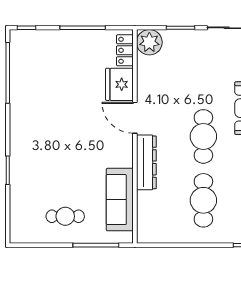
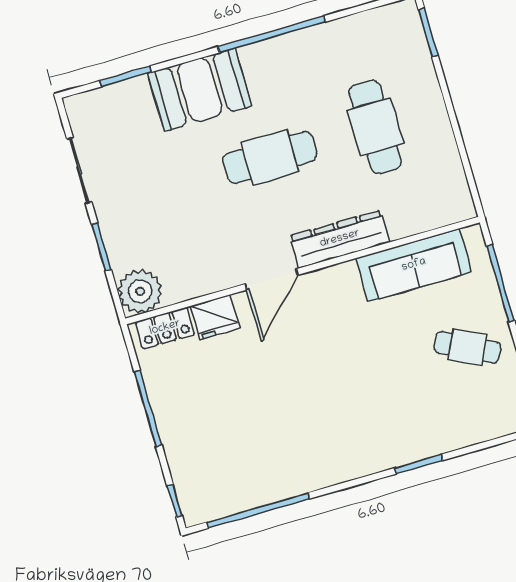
fridge: (119, 84) -> (215, 317), width x0.73, depth x0.75
cafe table: (203, 200) -> (375, 127), turned 90
cafe table: (65, 216) -> (467, 347), turned -63

